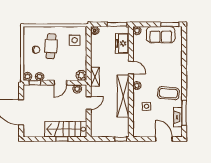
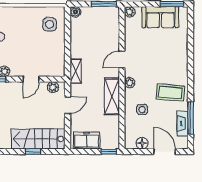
freezer: (122, 43) -> (87, 141), moved, turned 90
cafe table: (51, 46) -> (19, 32), removed
door: (131, 68) -> (122, 59), swing flipped
plant: (81, 75) -> (58, 70), removed
shelving: (123, 96) -> (112, 96), width x0.68
floor lamp: (146, 133) -> (142, 143), added

